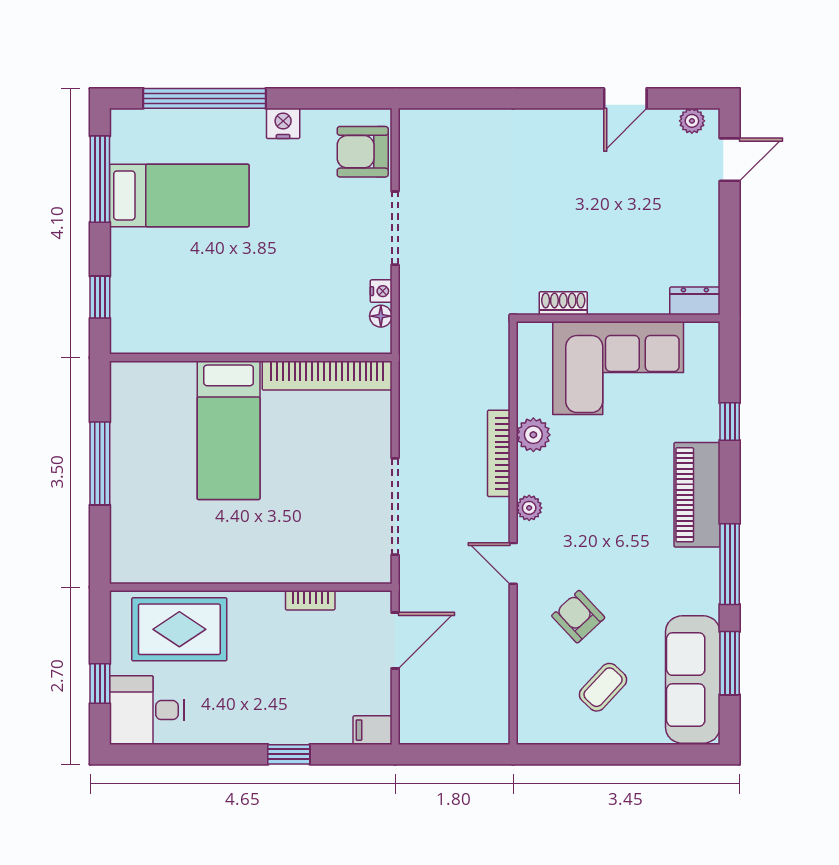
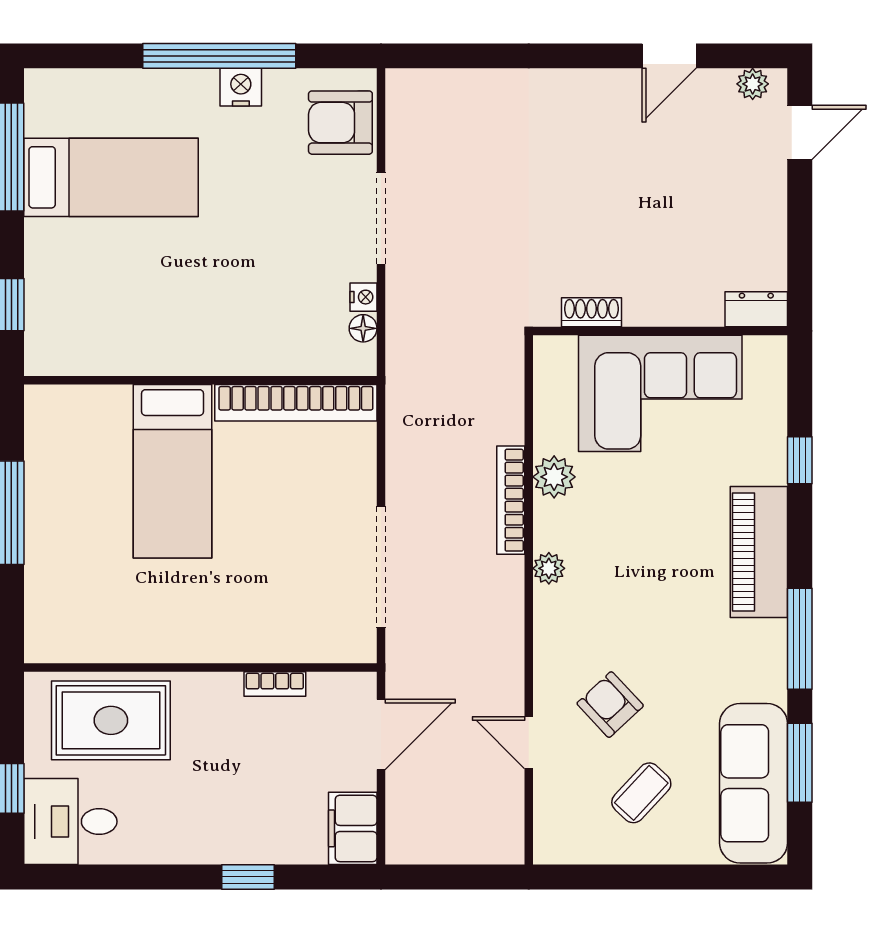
window: (205, 98) -> (219, 56), moved
door: (513, 563) -> (529, 743), moved
filing cabinet: (373, 730) -> (353, 828), width x2.00

